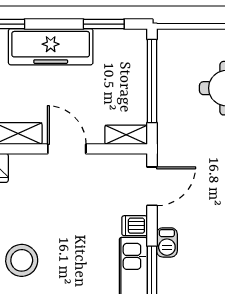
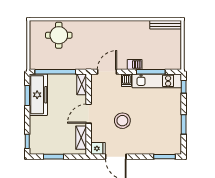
freezer: (51, 47) -> (38, 95), moved
door: (152, 186) -> (107, 72), hinge flipped
stool: (22, 260) -> (122, 121), moved

